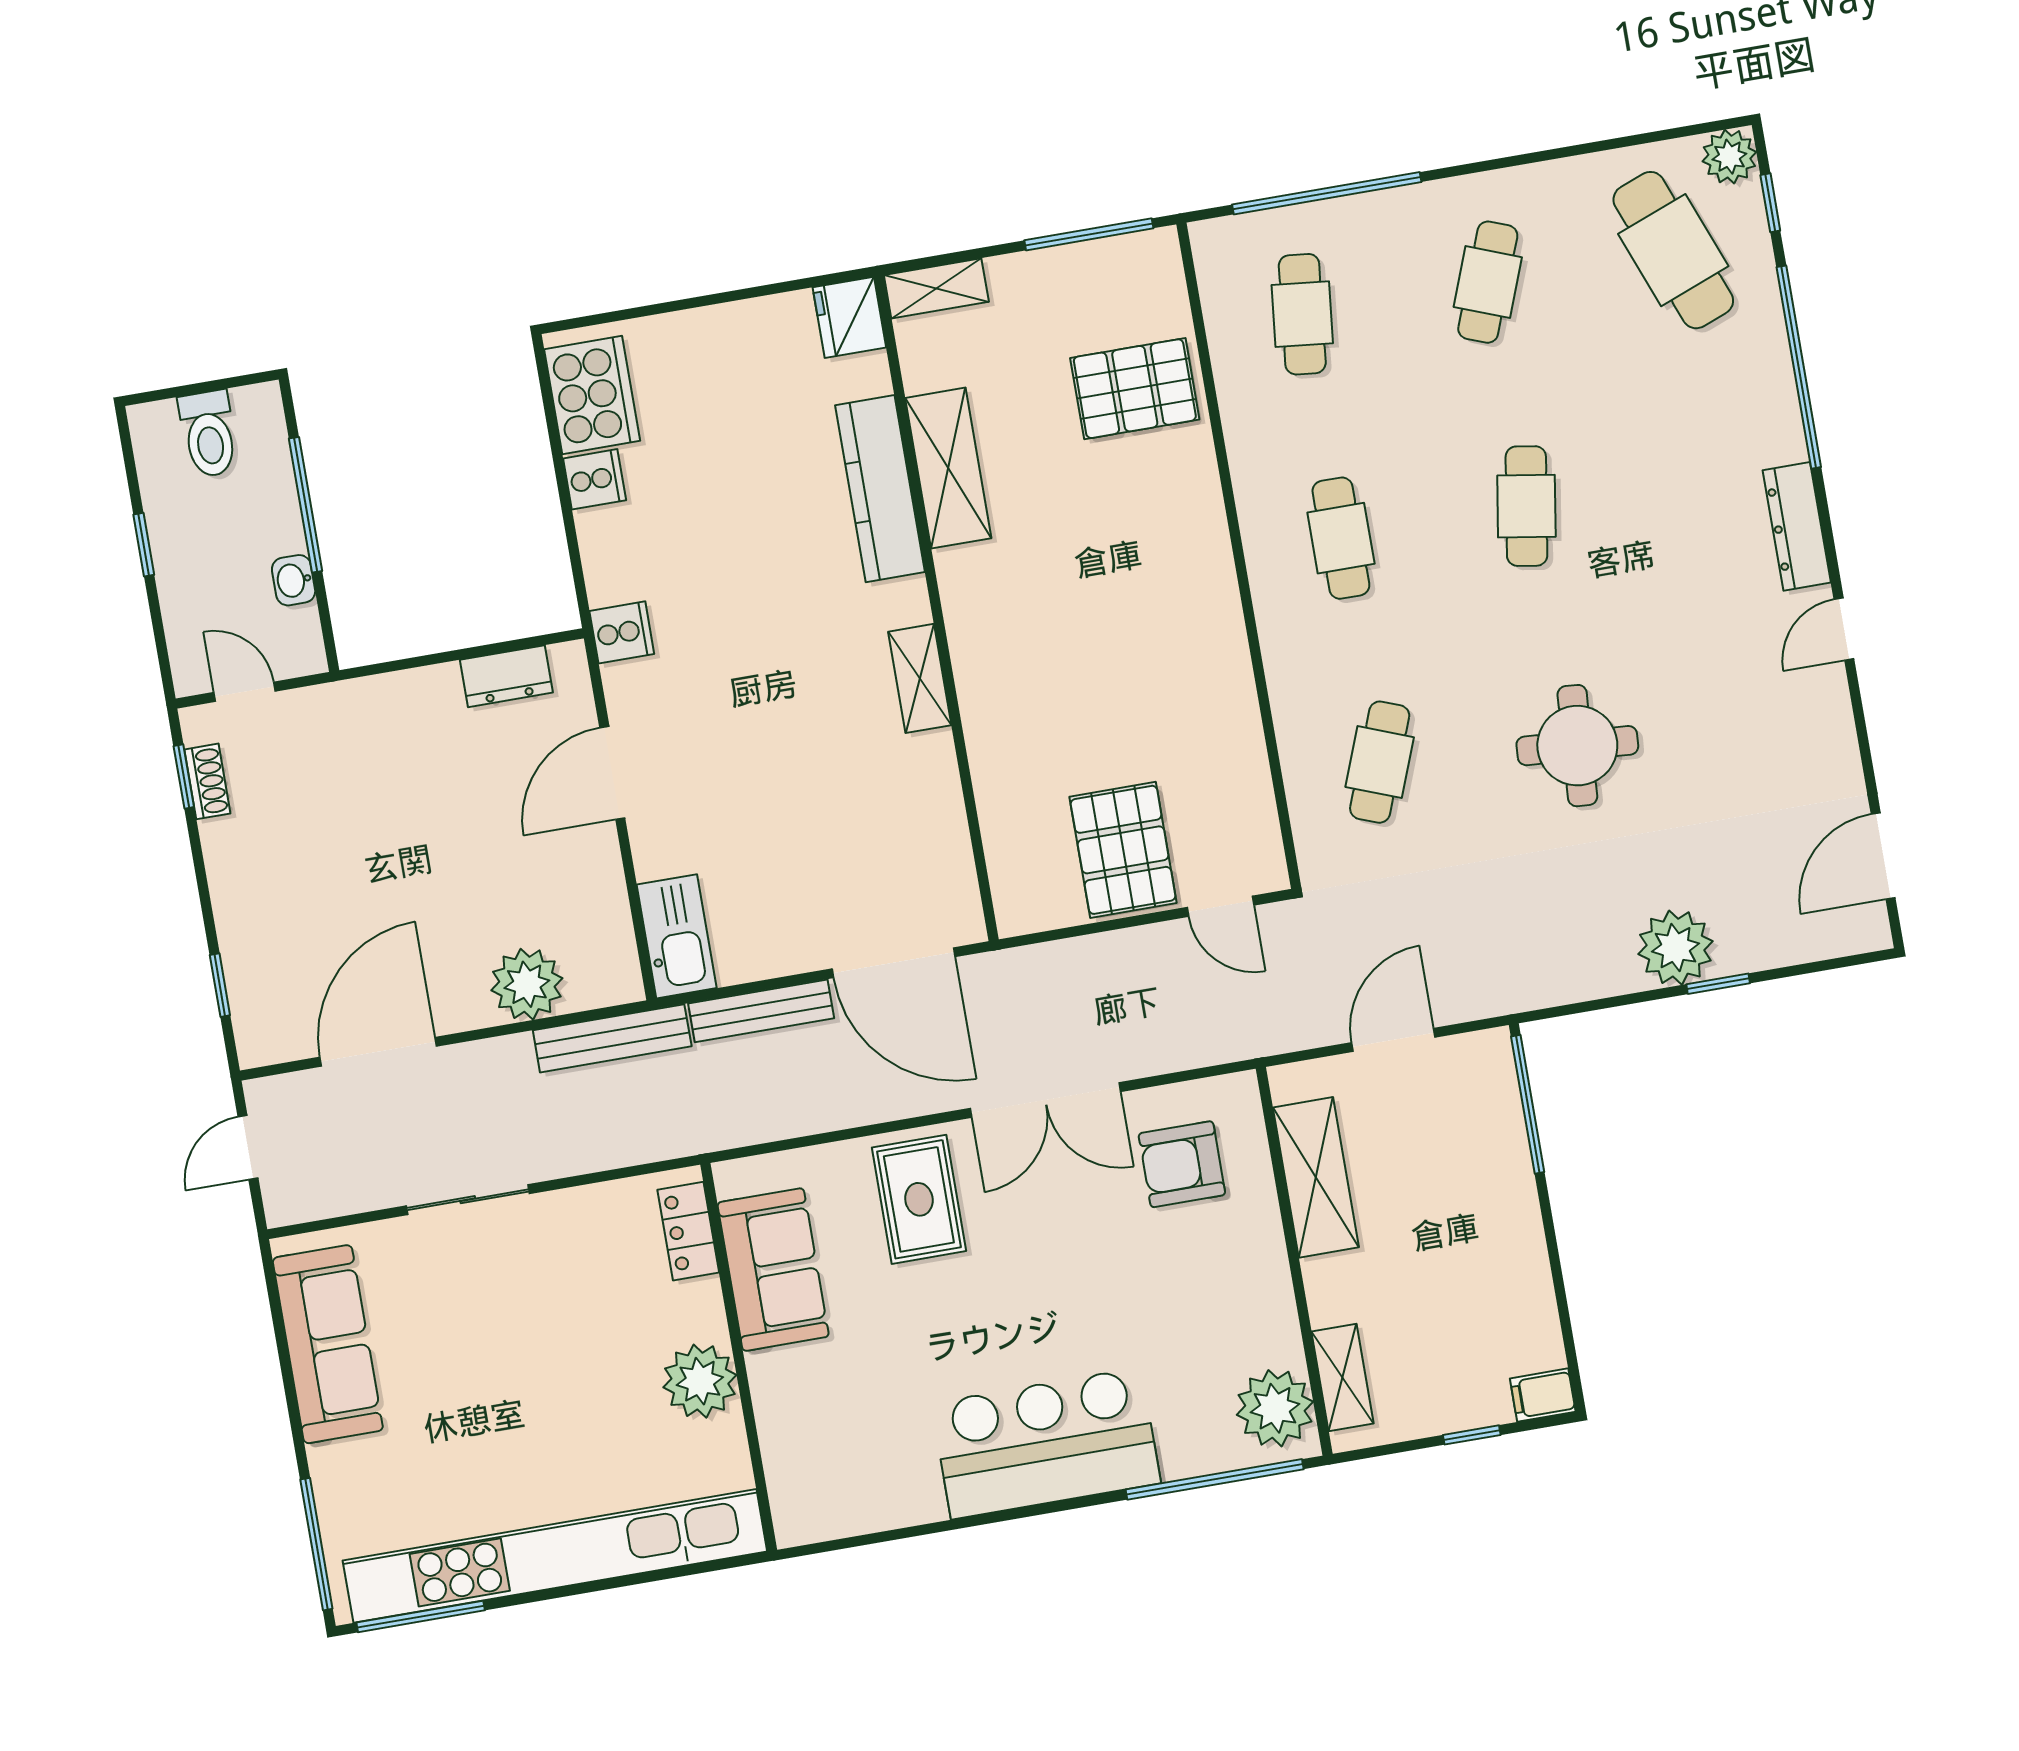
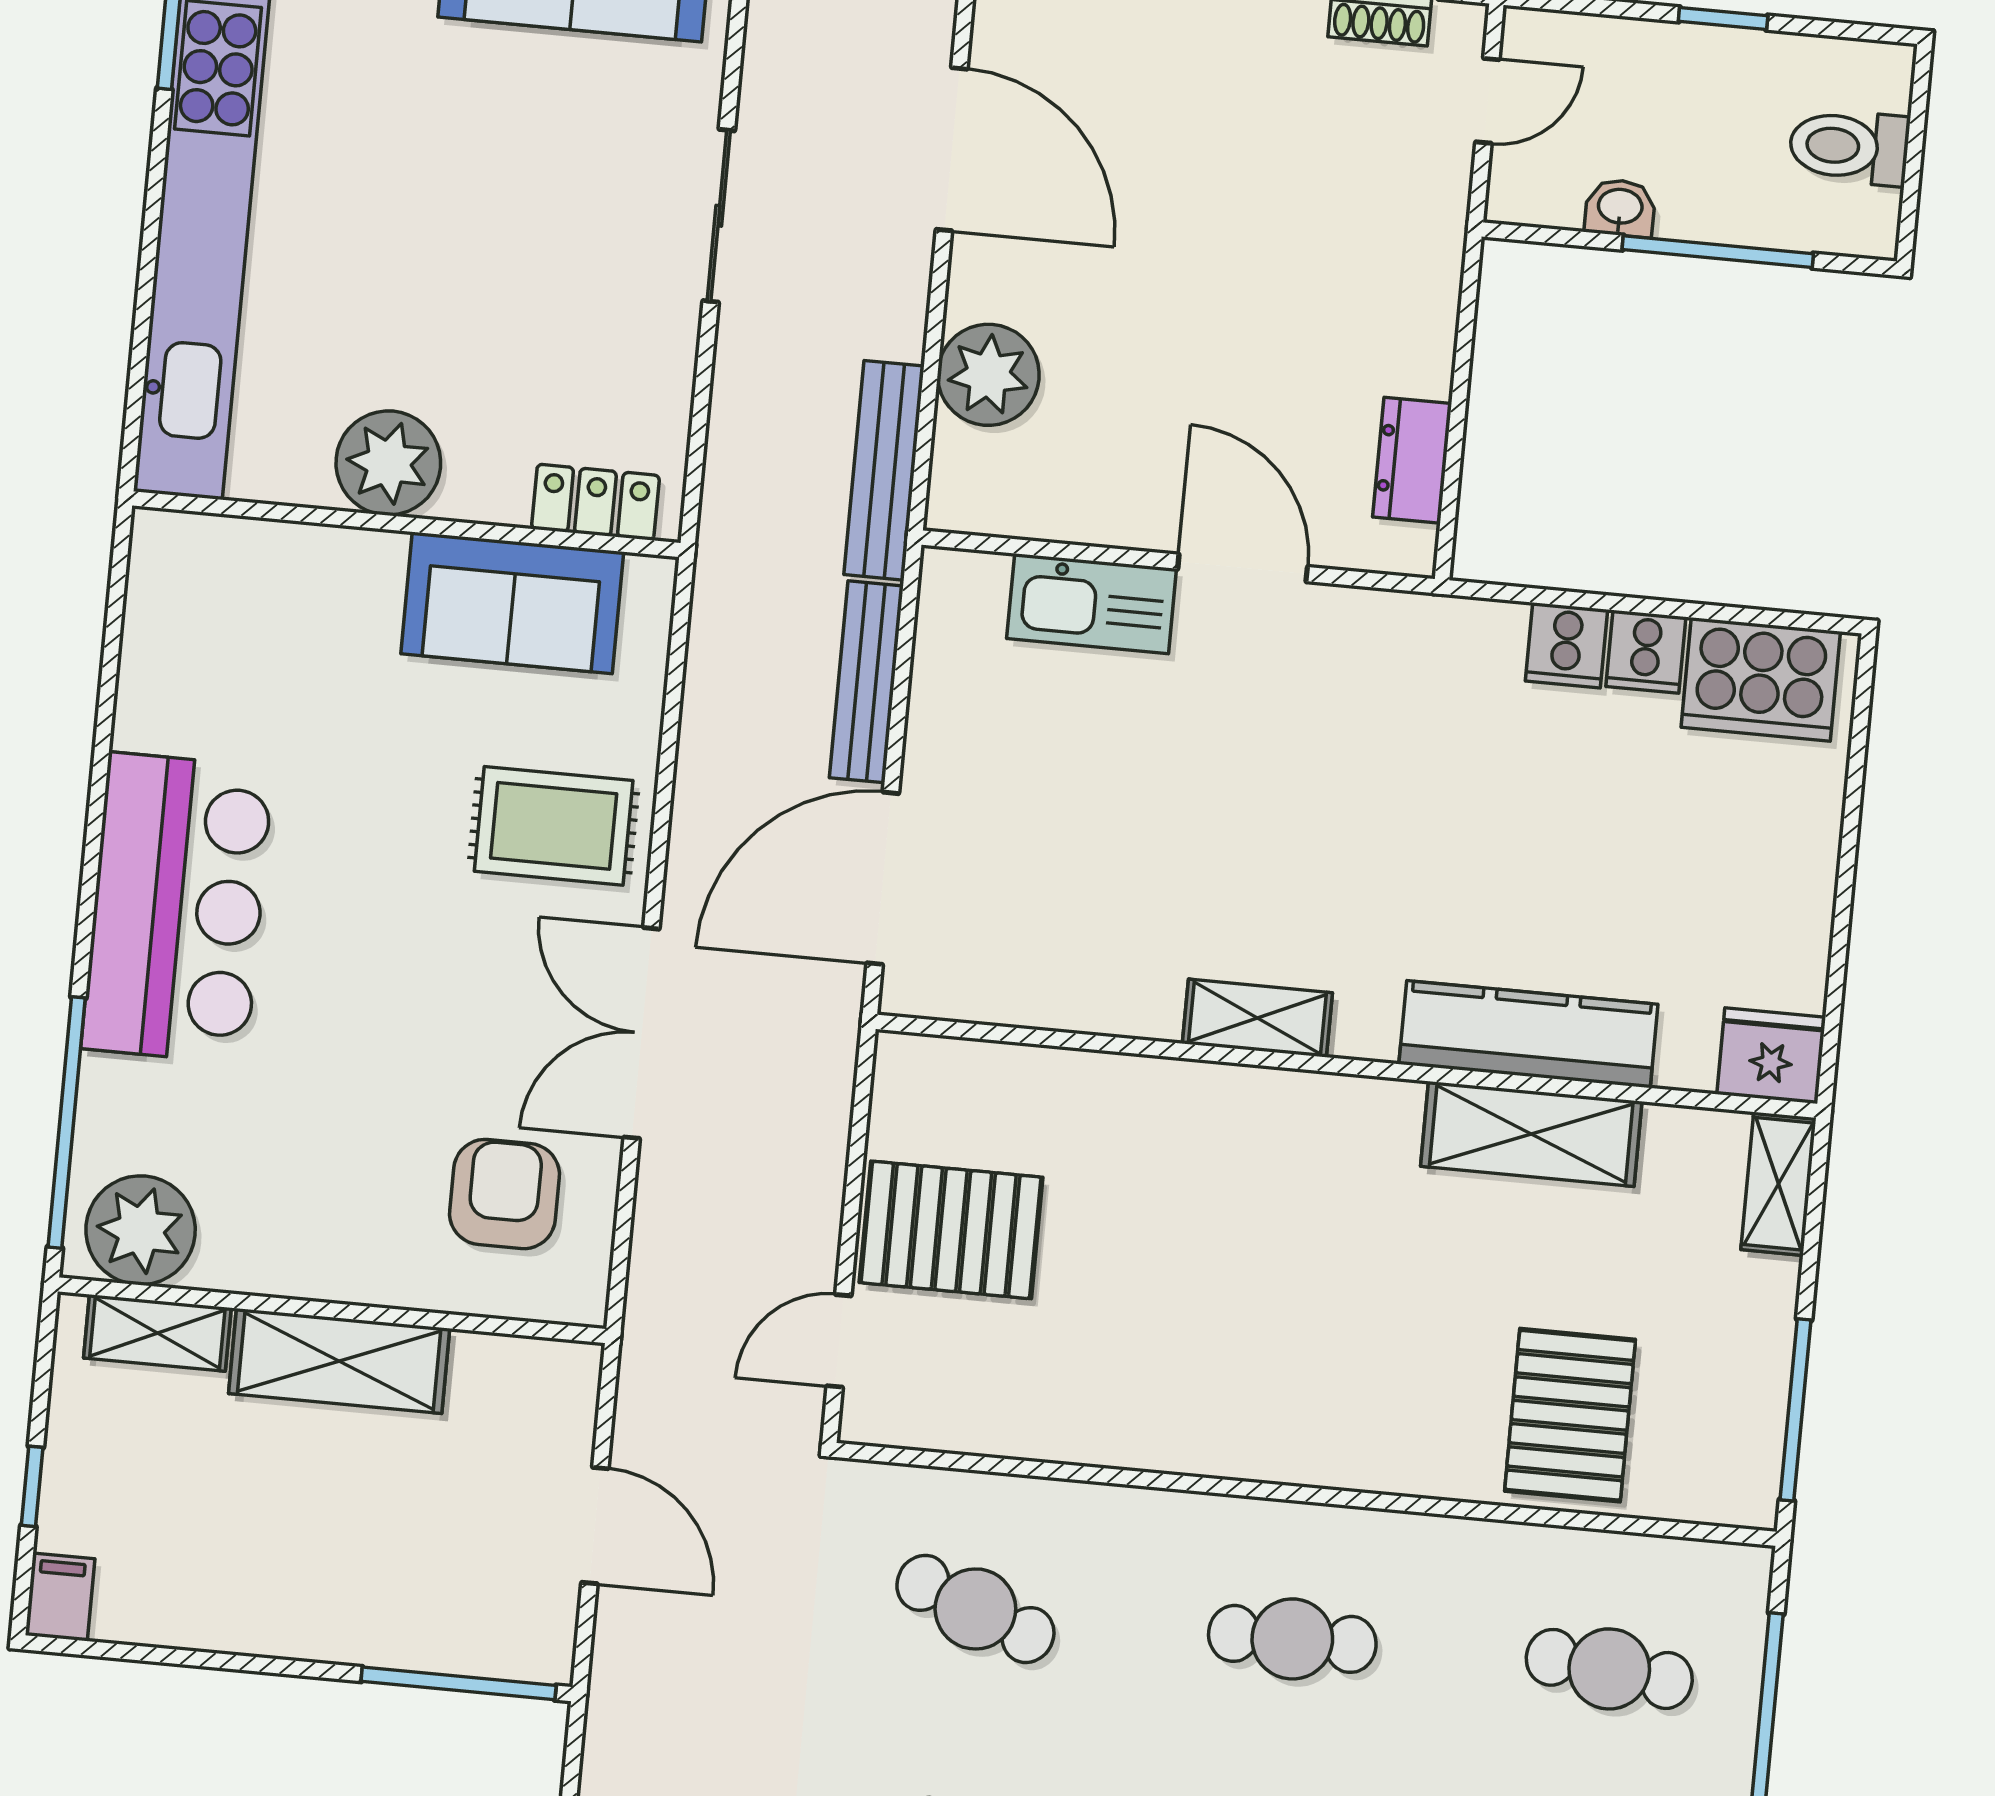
cooker: (622, 632) -> (1566, 645), moved
kitchen sink: (677, 936) -> (1092, 604), moved
shelving: (1316, 1177) -> (339, 1361), moved

